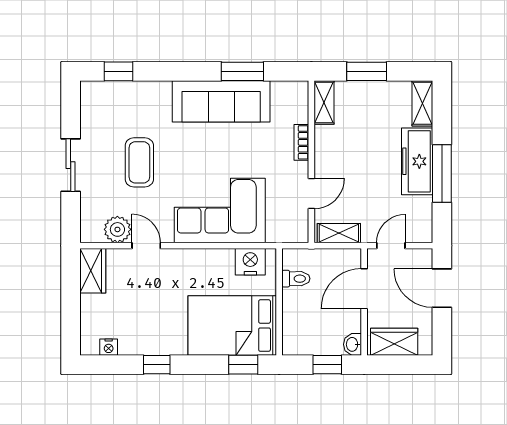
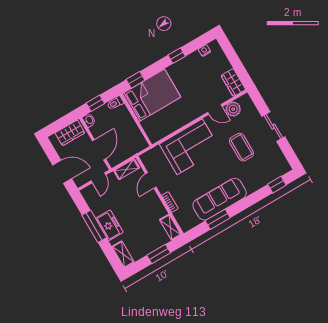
freezer: (417, 161) -> (109, 225), width x0.71
nightstand: (250, 262) -> (161, 131), removed
toilet: (296, 279) -> (115, 103), moved

